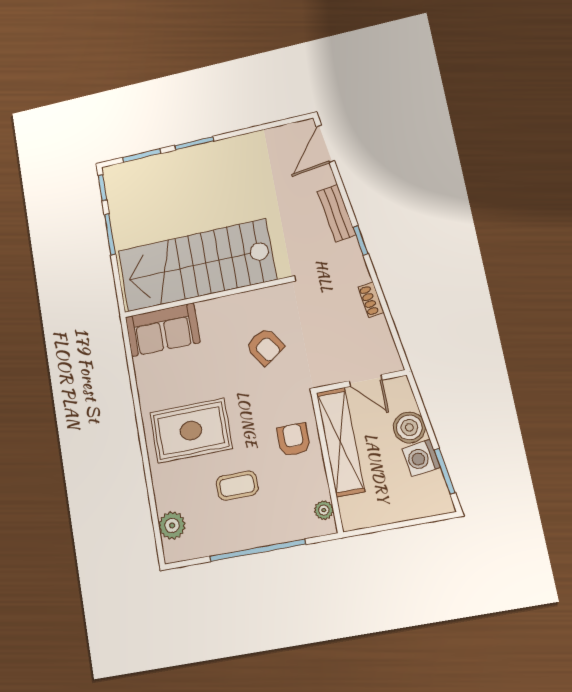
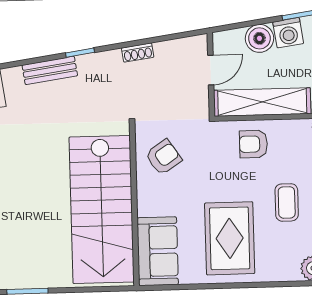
stairs: (197, 265) -> (102, 209), moved
wall: (206, 297) -> (134, 205), moved
sofa: (163, 330) -> (158, 251), moved

